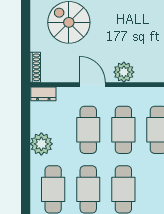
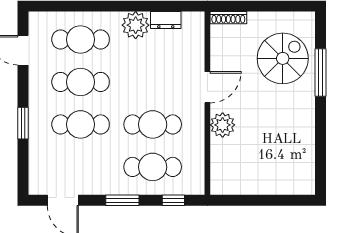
dresser: (43, 94) -> (166, 20), moved, turned -90
cafe table: (88, 130) -> (153, 82), removed

